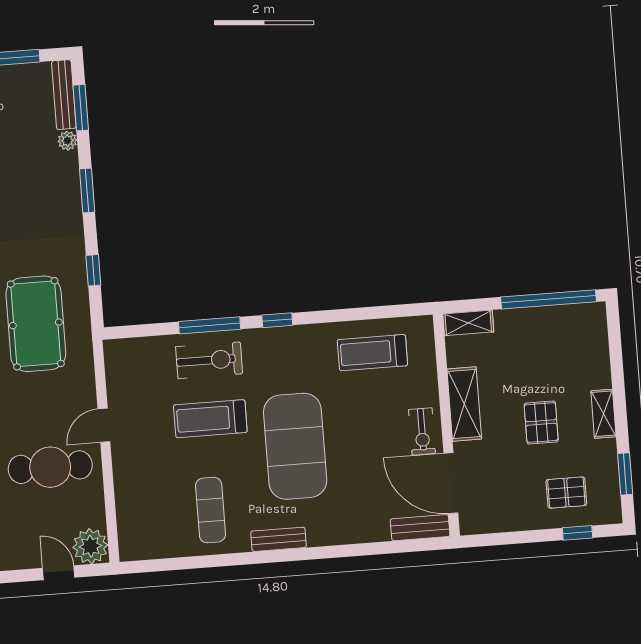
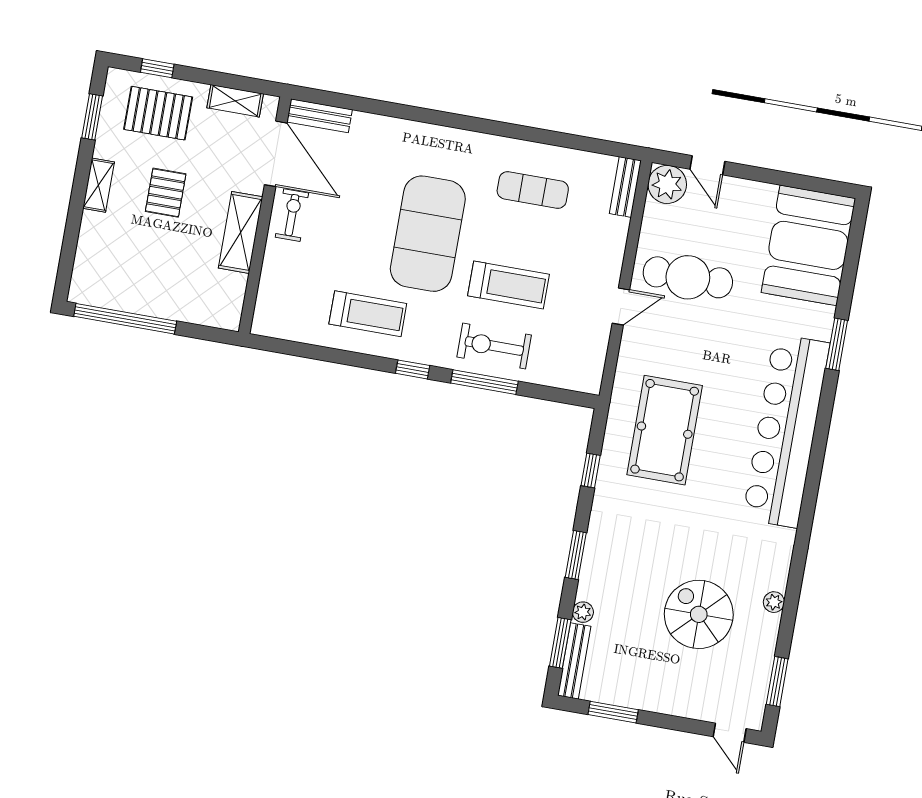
shelving: (468, 323) -> (235, 101), moved
treadmill: (372, 353) -> (368, 314), moved
pallet: (566, 493) -> (158, 113), width x1.50, depth x1.42
exercise mat: (211, 510) -> (533, 190), turned 90
bench: (279, 539) -> (625, 187), moved, turned 90

